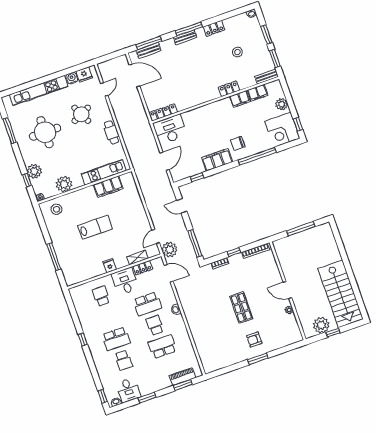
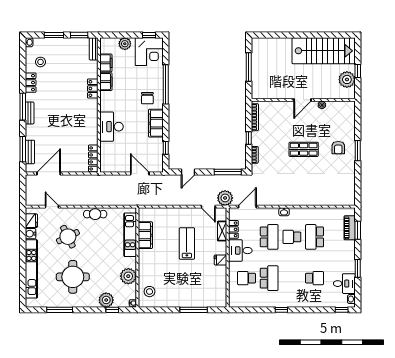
stool: (237, 52) -> (40, 62), moved
desk: (170, 129) -> (112, 127), moved
lab bench: (95, 227) -> (187, 244), moved
school desk: (116, 339) -> (269, 278), moved

